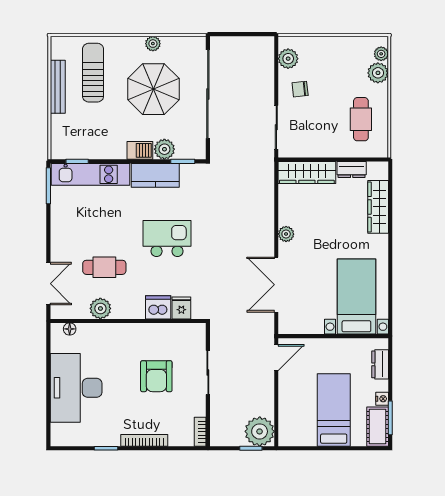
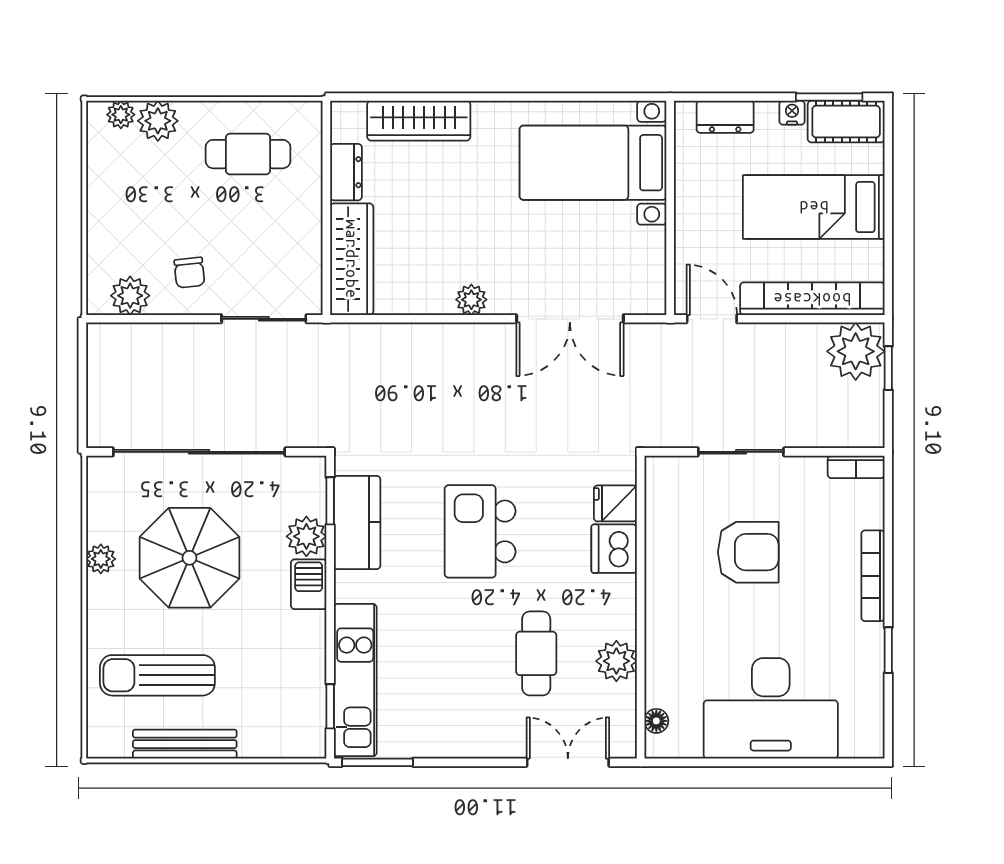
kitchen counter: (155, 175) -> (357, 522), moved
bookcase: (287, 409) -> (812, 299), added

